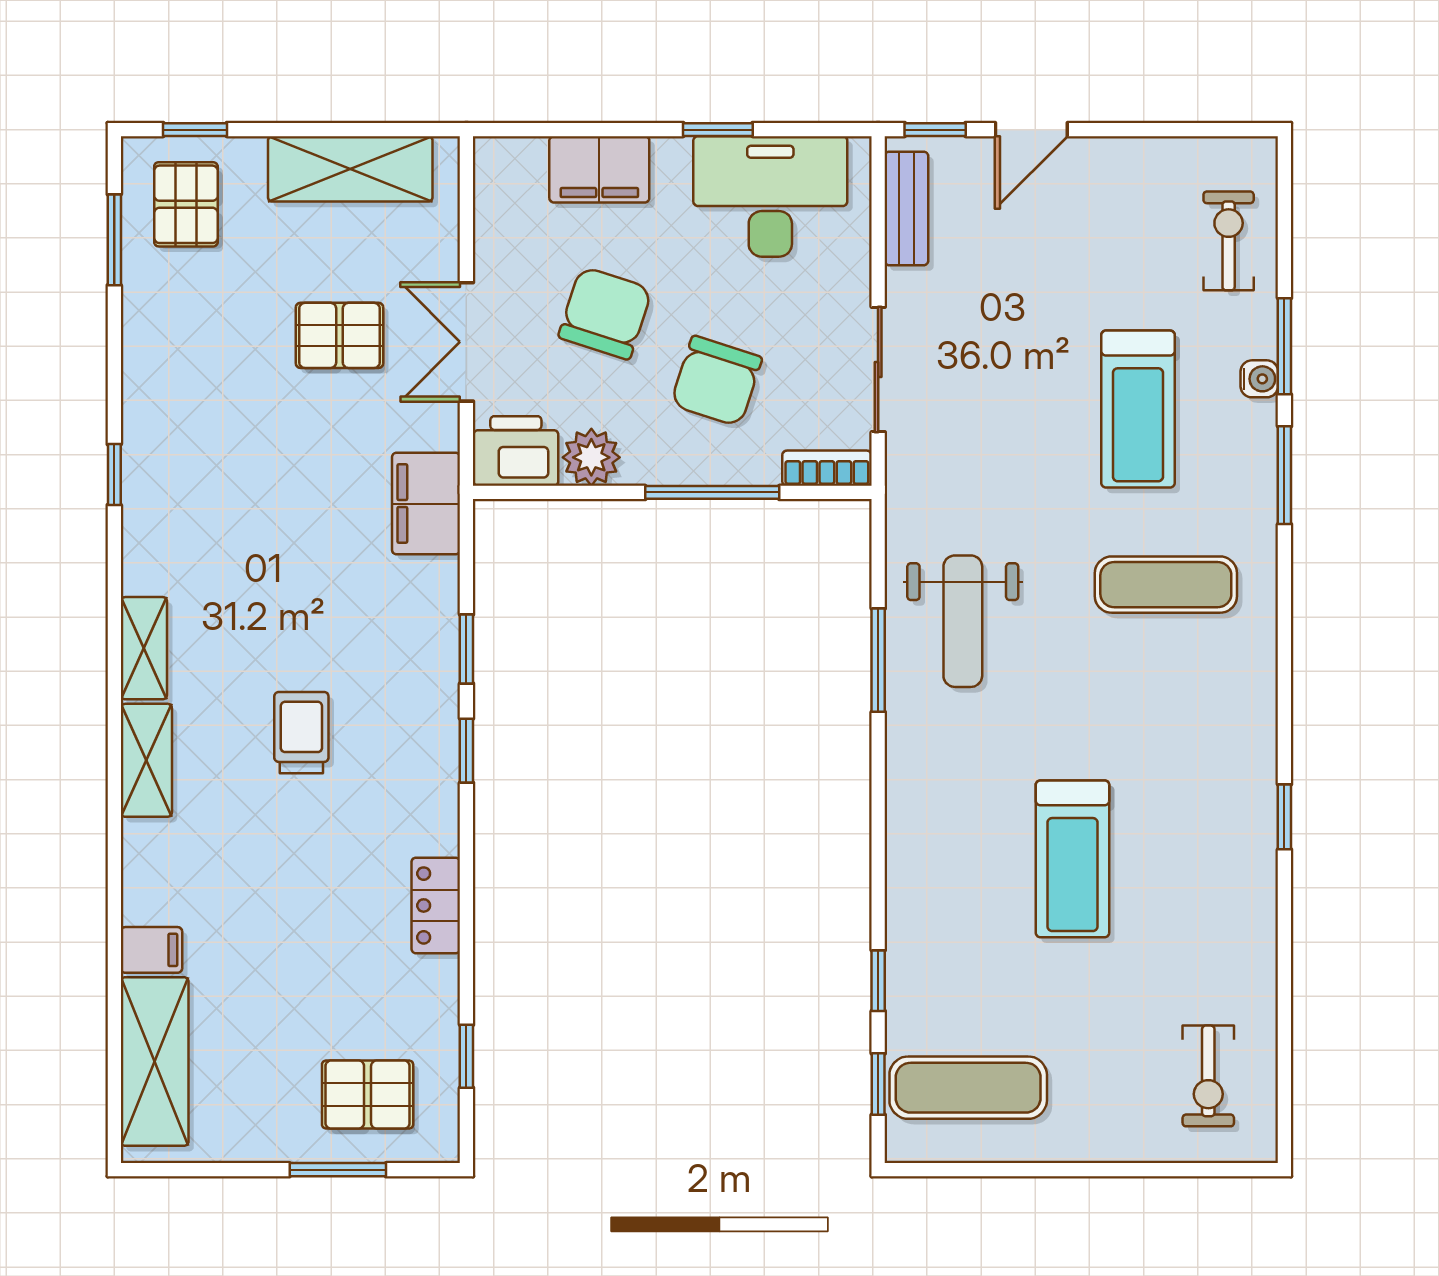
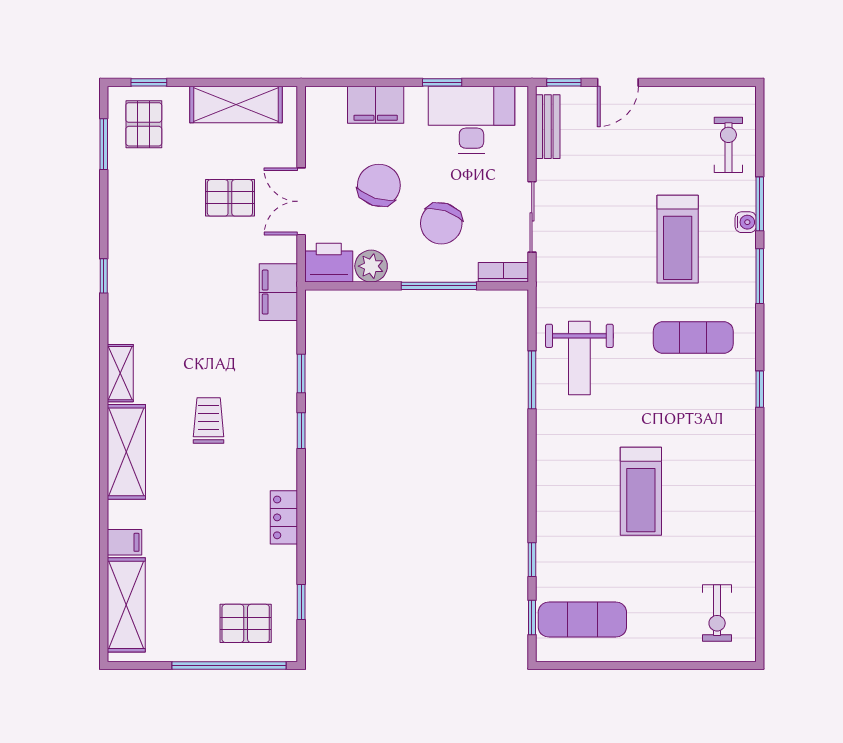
shelving: (146, 760) -> (126, 452), width x1.50, depth x1.33
window: (1284, 817) -> (760, 389), moved
window: (338, 1170) -> (229, 666), width x2.11

